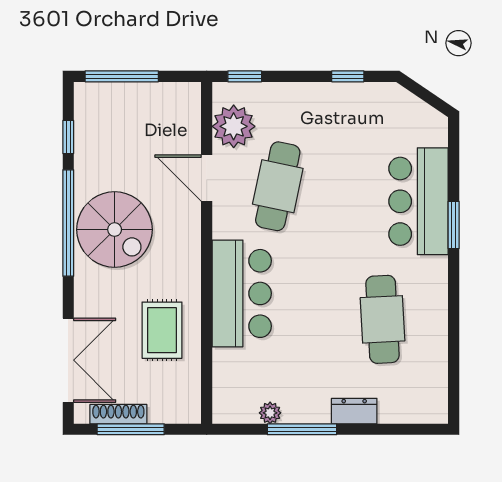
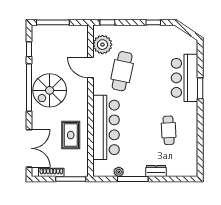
spiral stairs: (115, 230) -> (50, 90), turned 90
bar counter: (242, 293) -> (106, 127), width x1.36
cafe table: (383, 319) -> (169, 130), width x0.73, depth x0.74
window: (131, 429) -> (71, 179), moved

